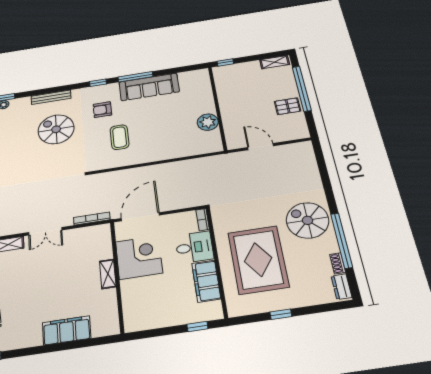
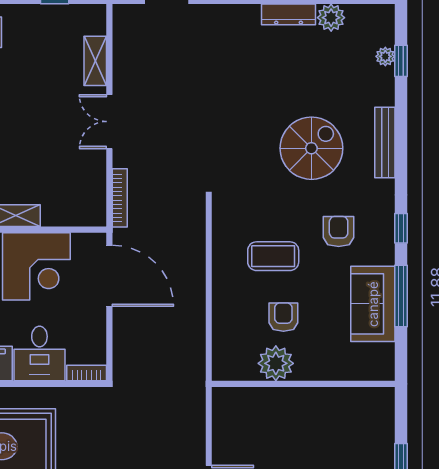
sofa: (149, 87) -> (373, 304), width x0.73
wall: (217, 108) -> (303, 384), moved
plant: (208, 122) -> (276, 363), moved
armchair: (154, 127) -> (283, 317), added

